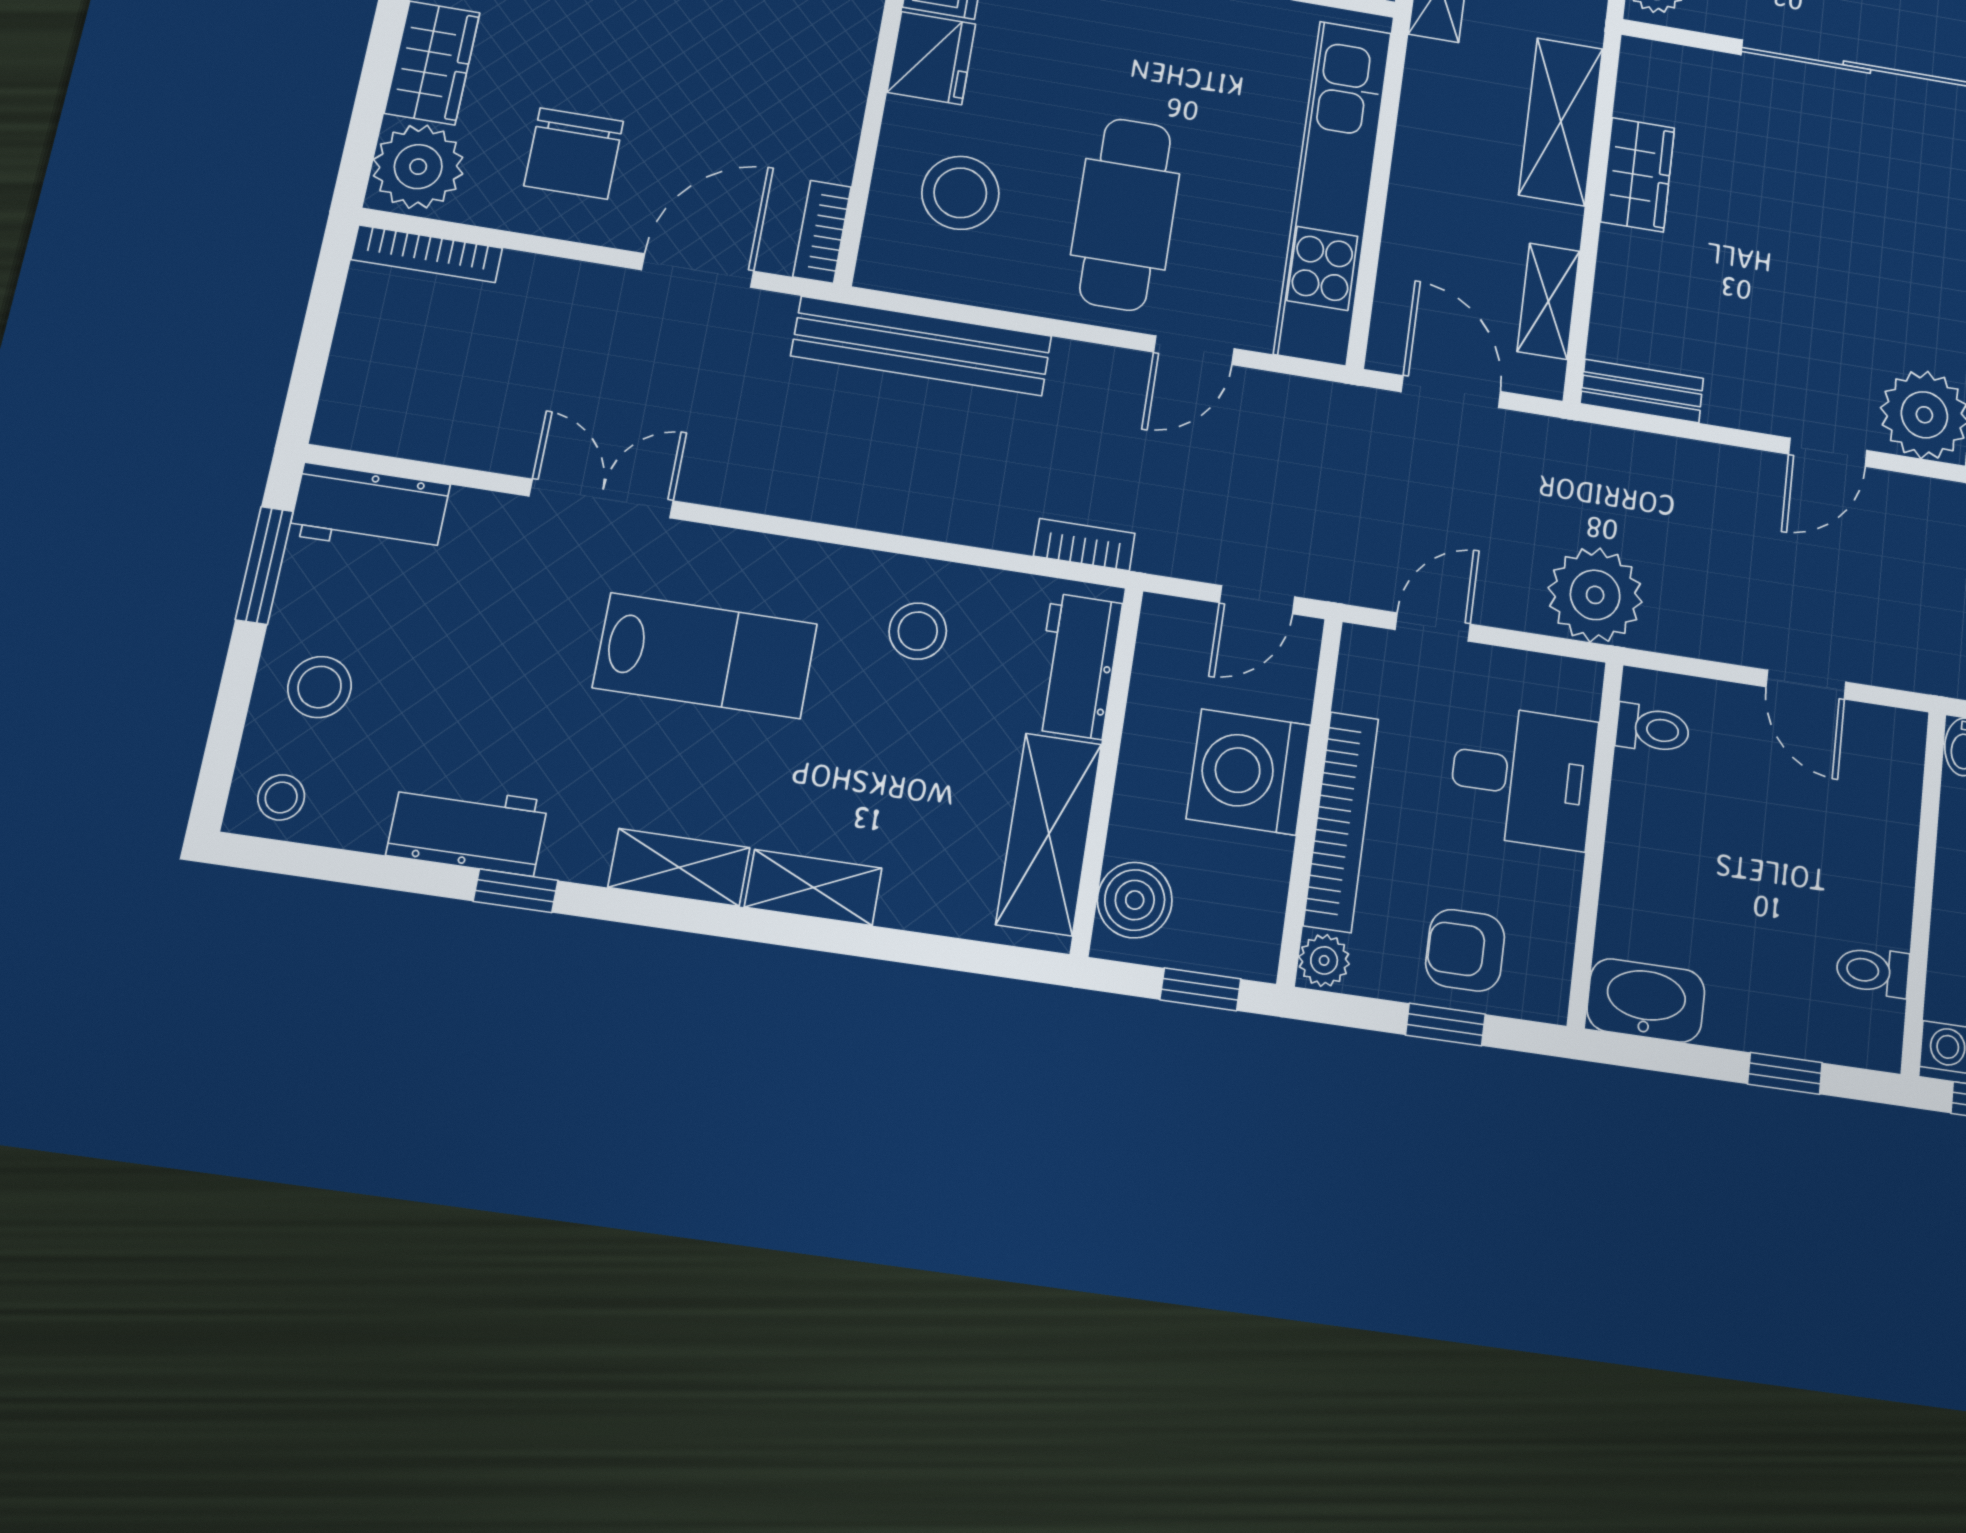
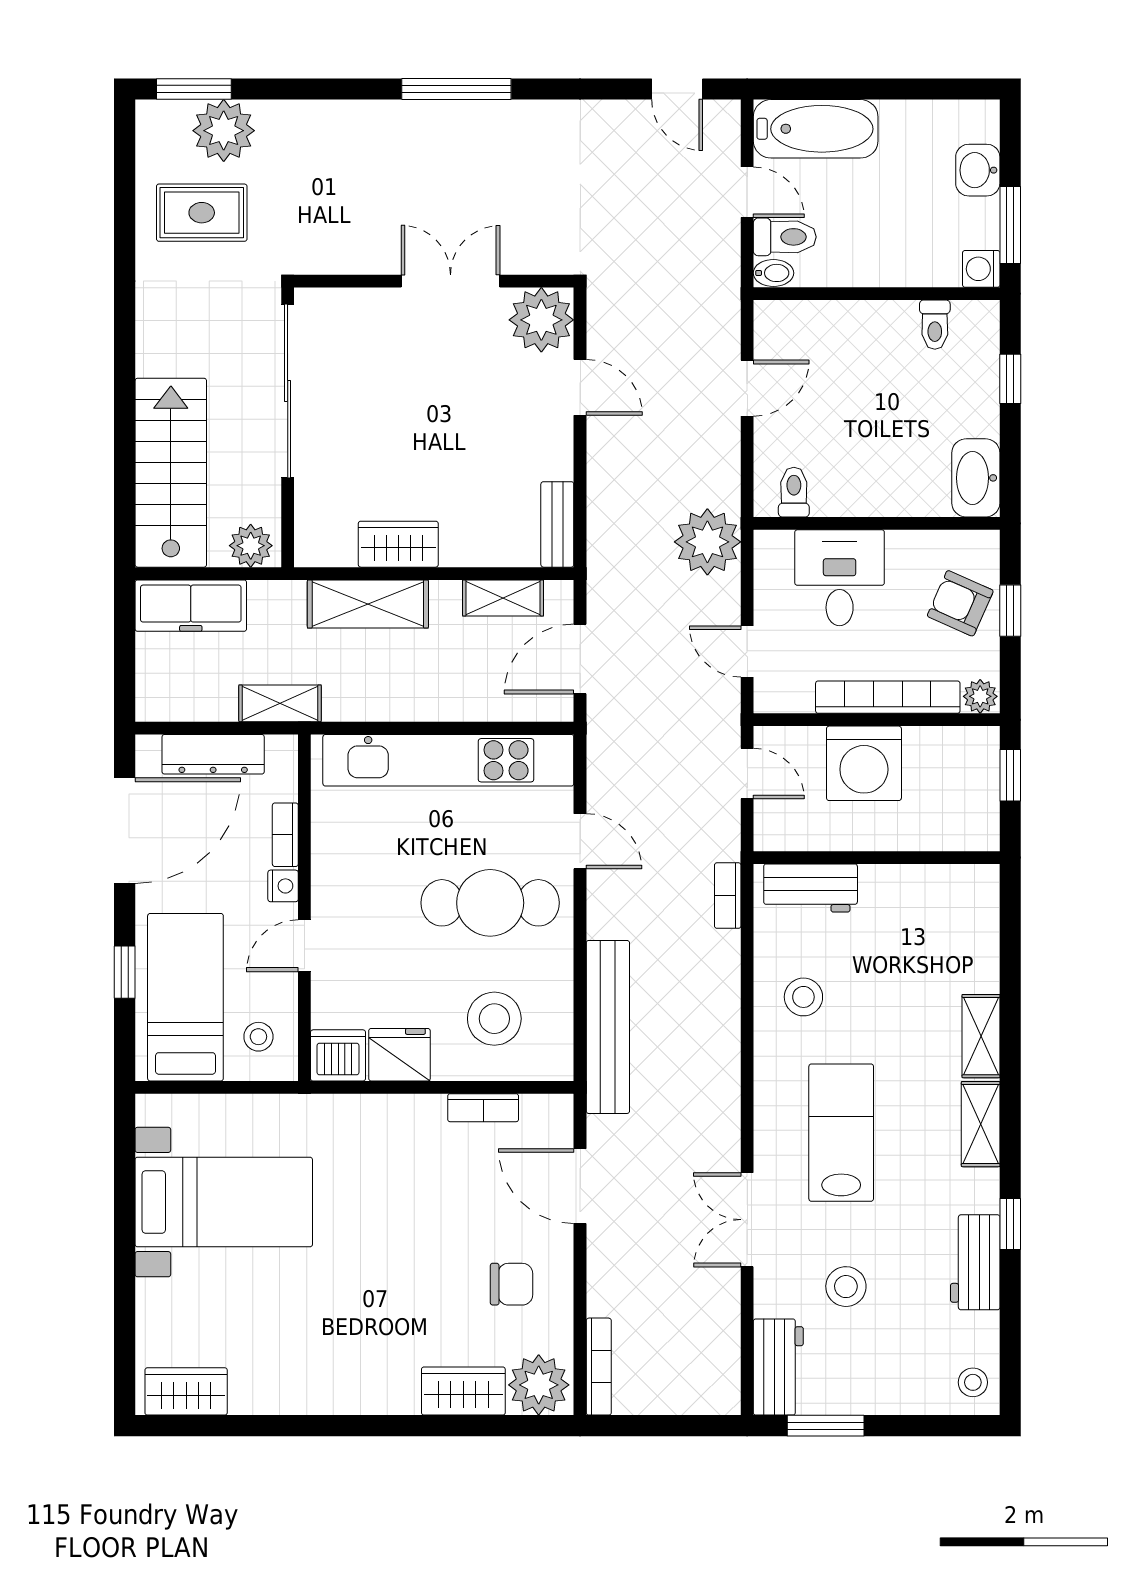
chair: (574, 153) -> (511, 1284), width x0.73, depth x0.73
bookcase: (822, 232) -> (483, 1108), moved
stool: (320, 687) -> (846, 1287), moved
shelving: (1049, 834) -> (924, 889), removed
boiler: (1135, 900) -> (959, 827), removed
armchair: (1465, 950) -> (960, 603), turned 114

